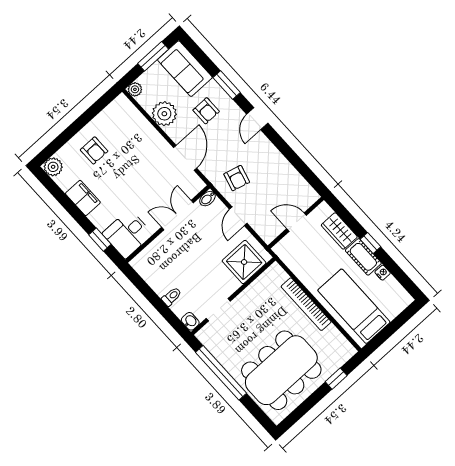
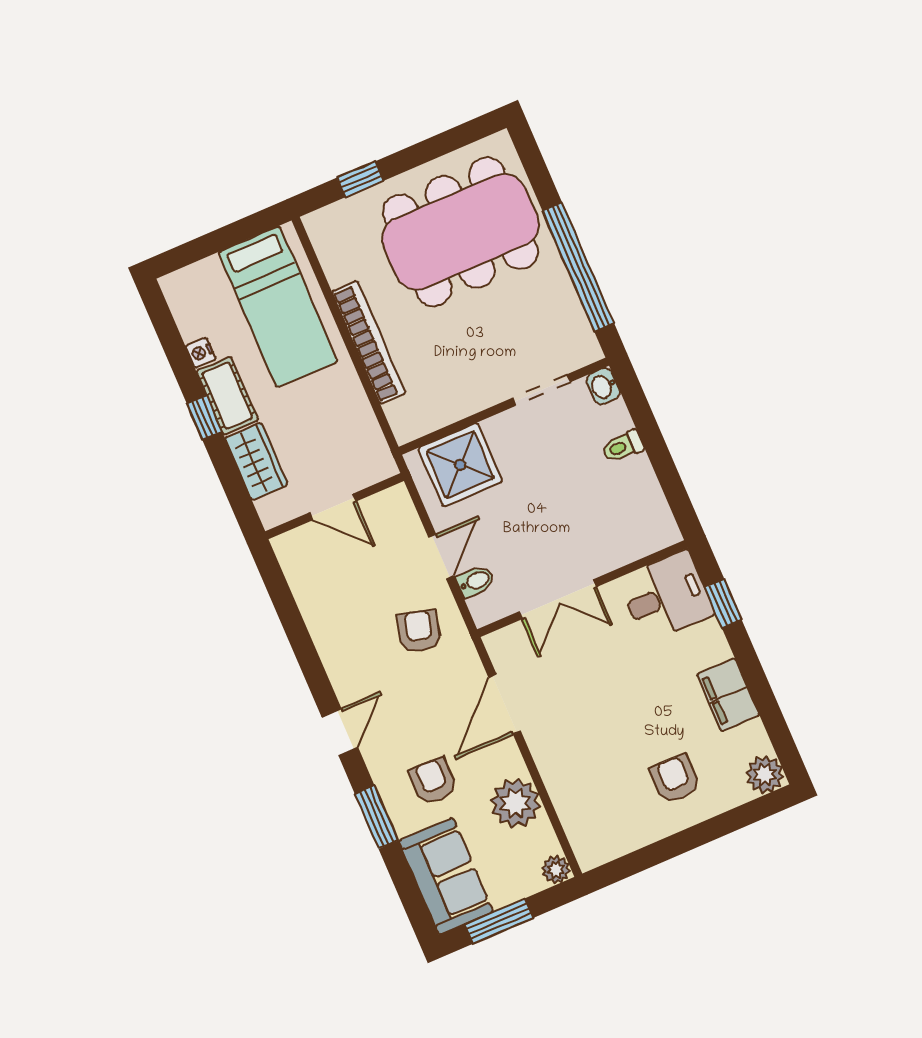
bidet: (207, 199) -> (476, 581), moved

